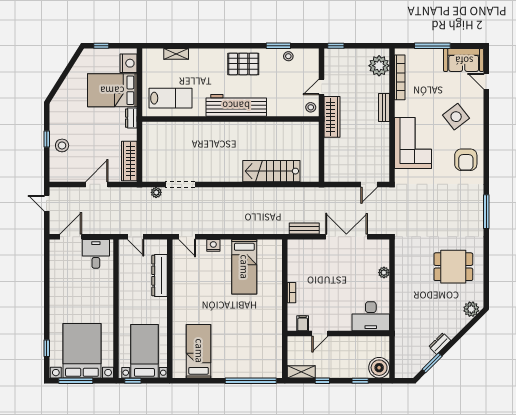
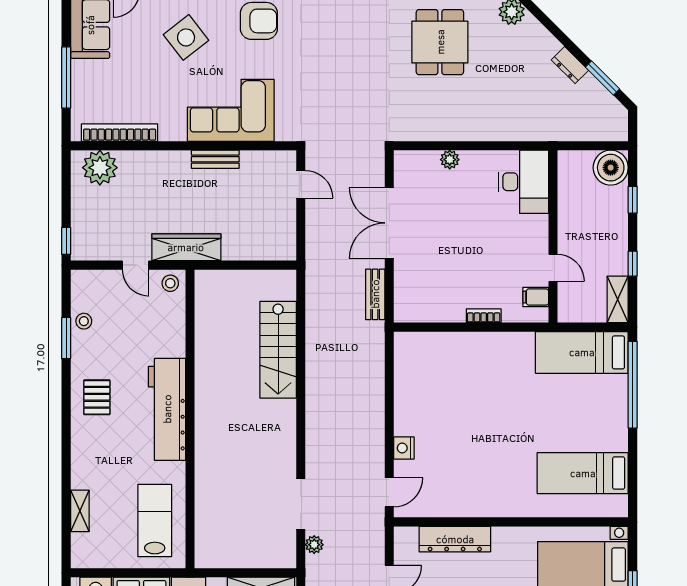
pallet: (243, 64) -> (97, 397), width x0.67, depth x0.71
bench: (384, 108) -> (215, 159), moved
bed: (244, 267) -> (582, 352), moved, turned 180

